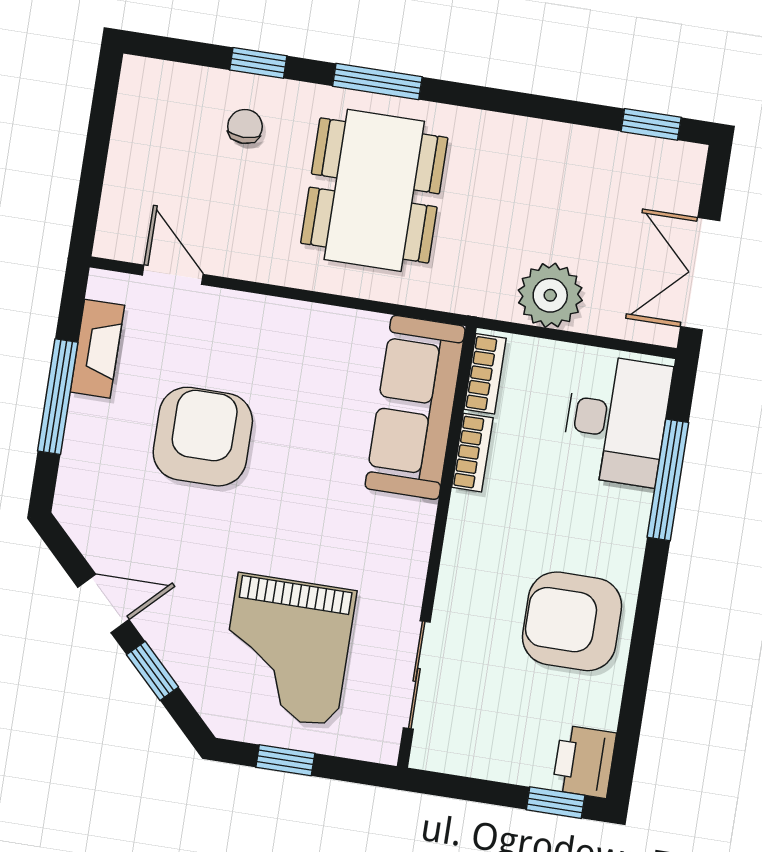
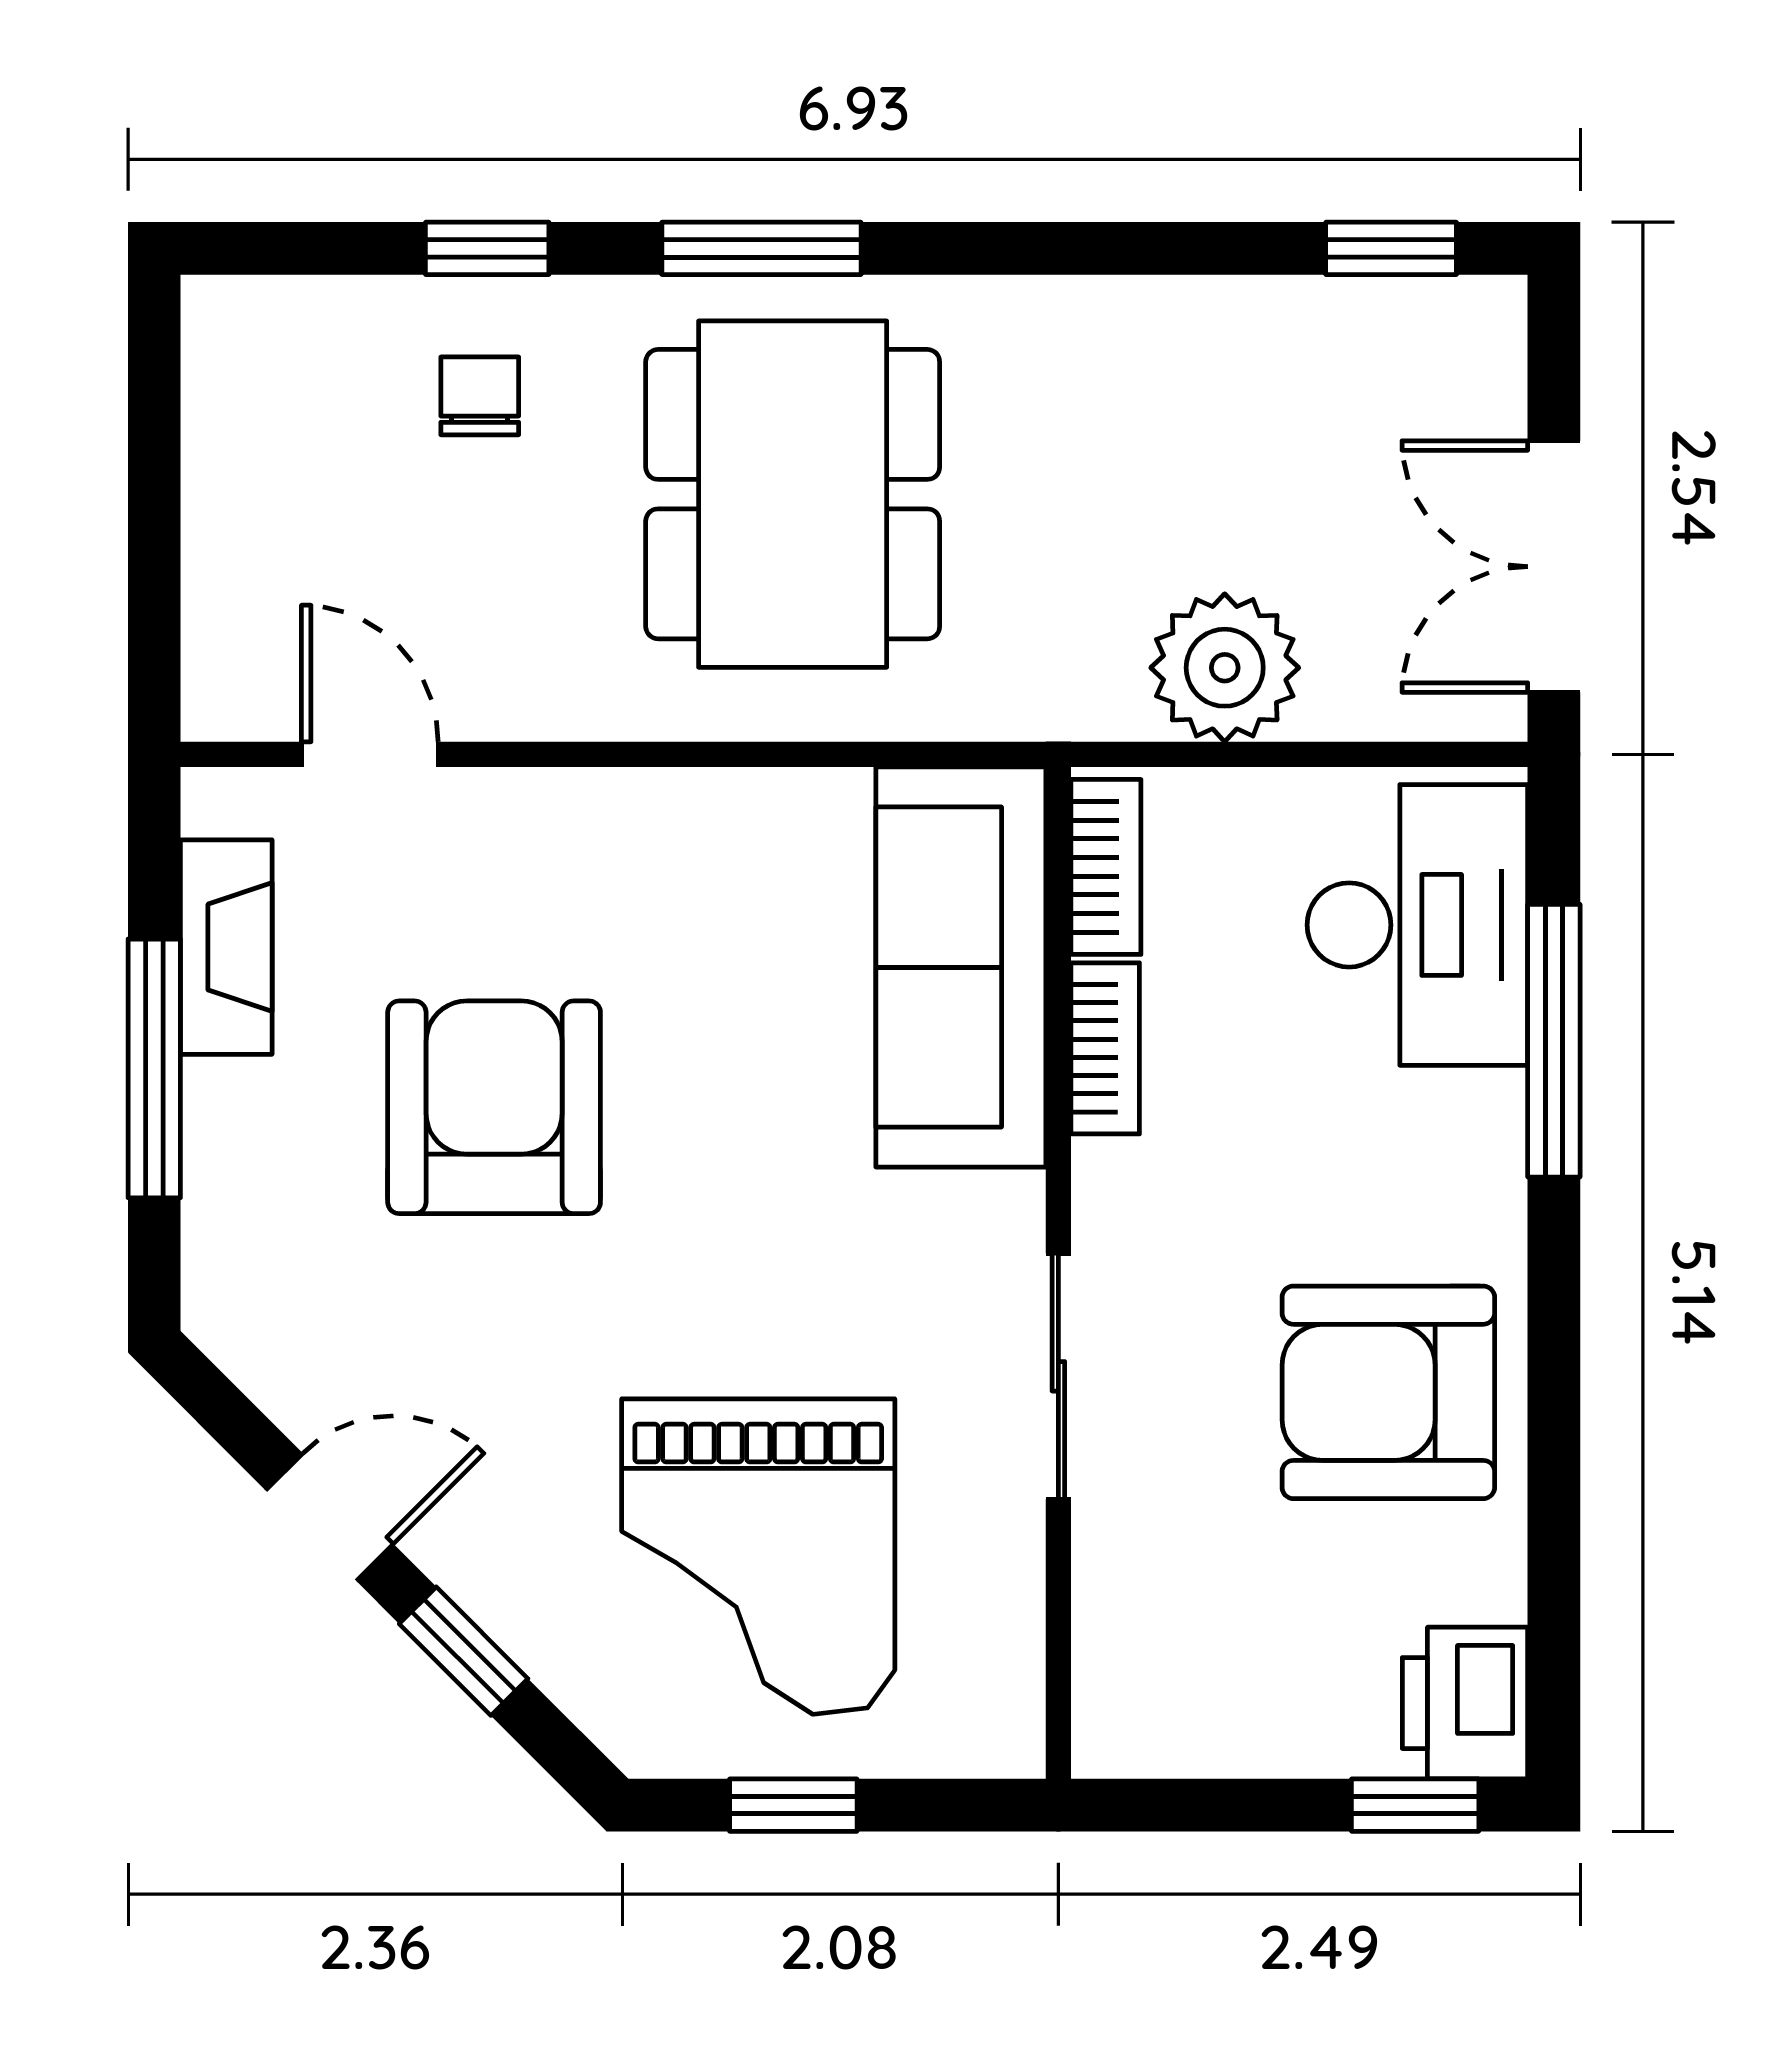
sliding door: (417, 675) -> (1058, 1376), moved

